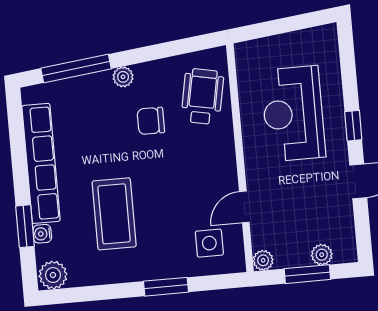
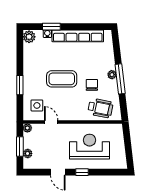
window: (76, 69) -> (120, 79), moved
coffee table: (114, 214) -> (62, 79), moved

